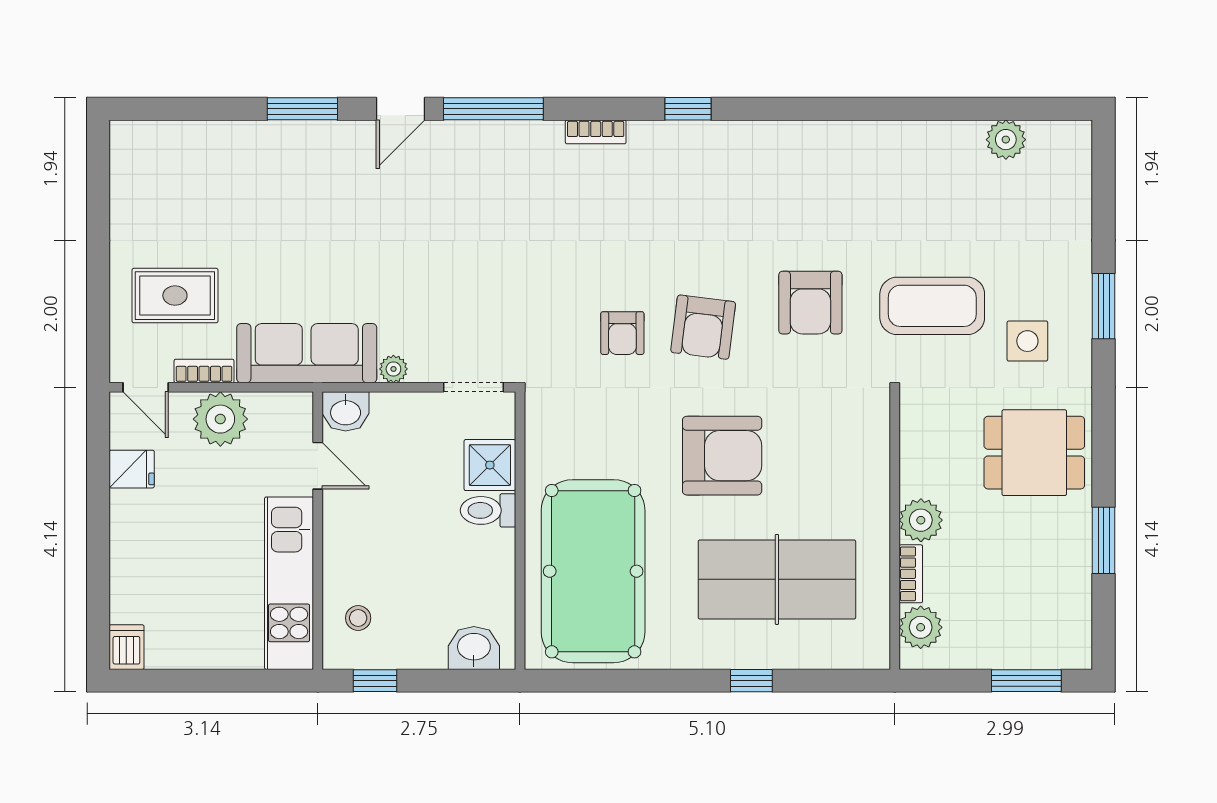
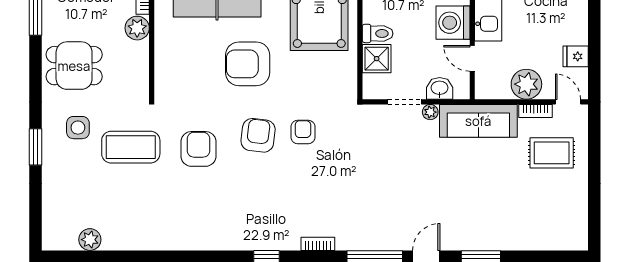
doorway: (474, 387) -> (405, 102), moved
washbasin: (346, 411) -> (440, 88), moved
washing machine: (352, 530) -> (453, 23), added

